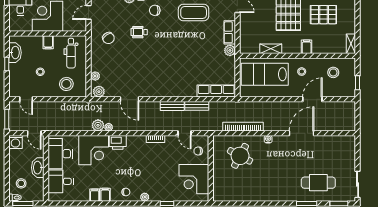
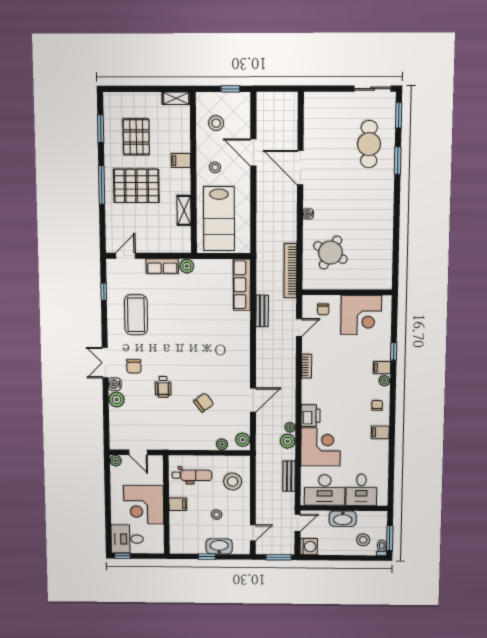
chair: (108, 38) -> (204, 403), moved
washbasin: (15, 53) -> (219, 546), moved
bench: (172, 106) -> (289, 476), moved
bookcase: (243, 127) -> (290, 271), moved
filing cabinet: (95, 195) -> (382, 368), moved

